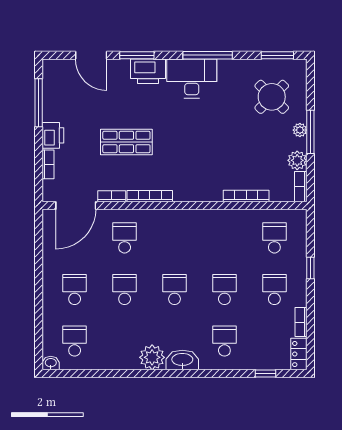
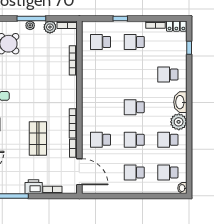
school desk: (224, 289) -> (168, 140), moved

